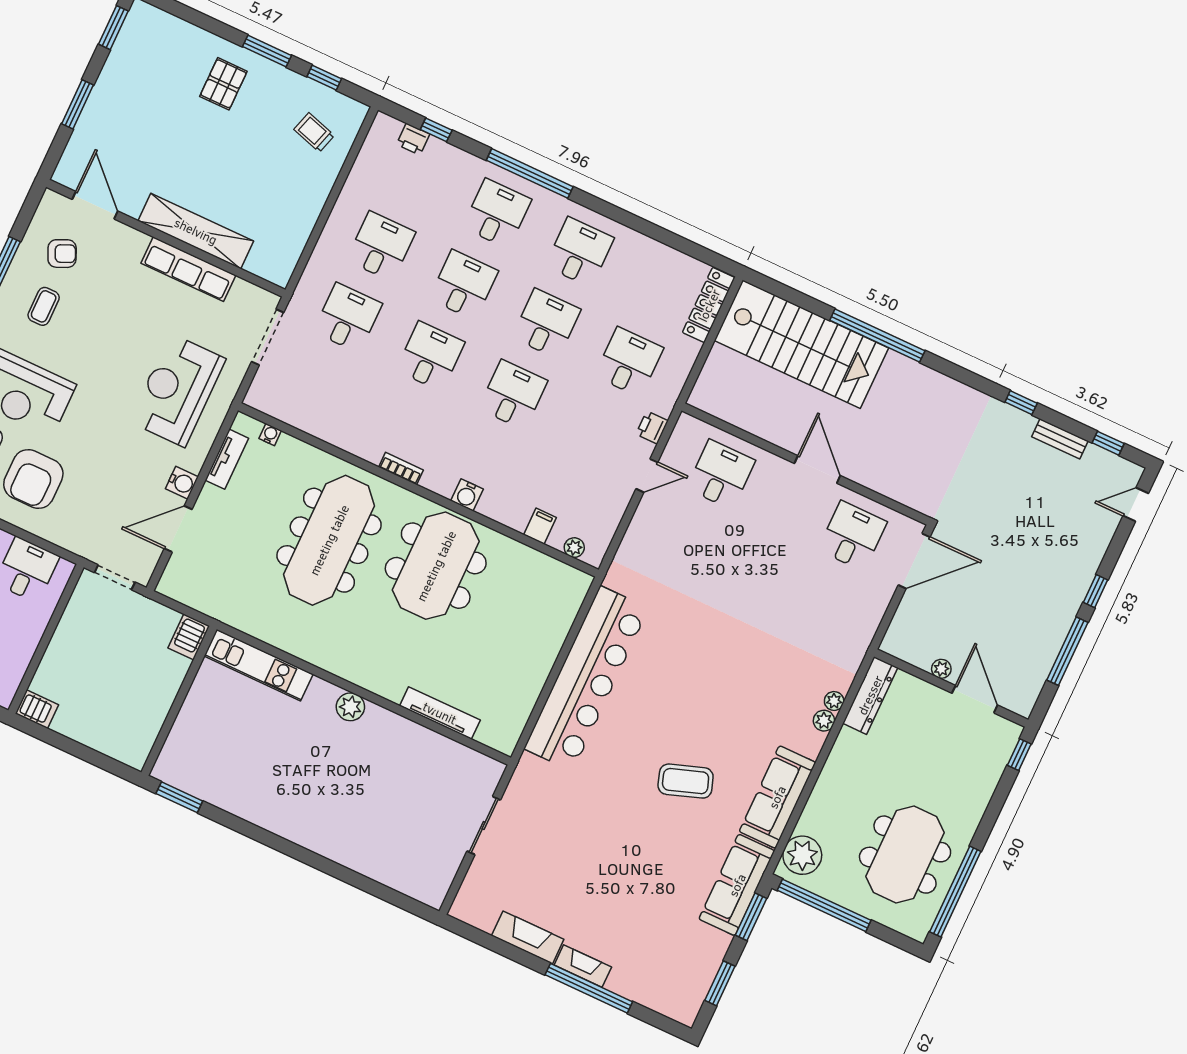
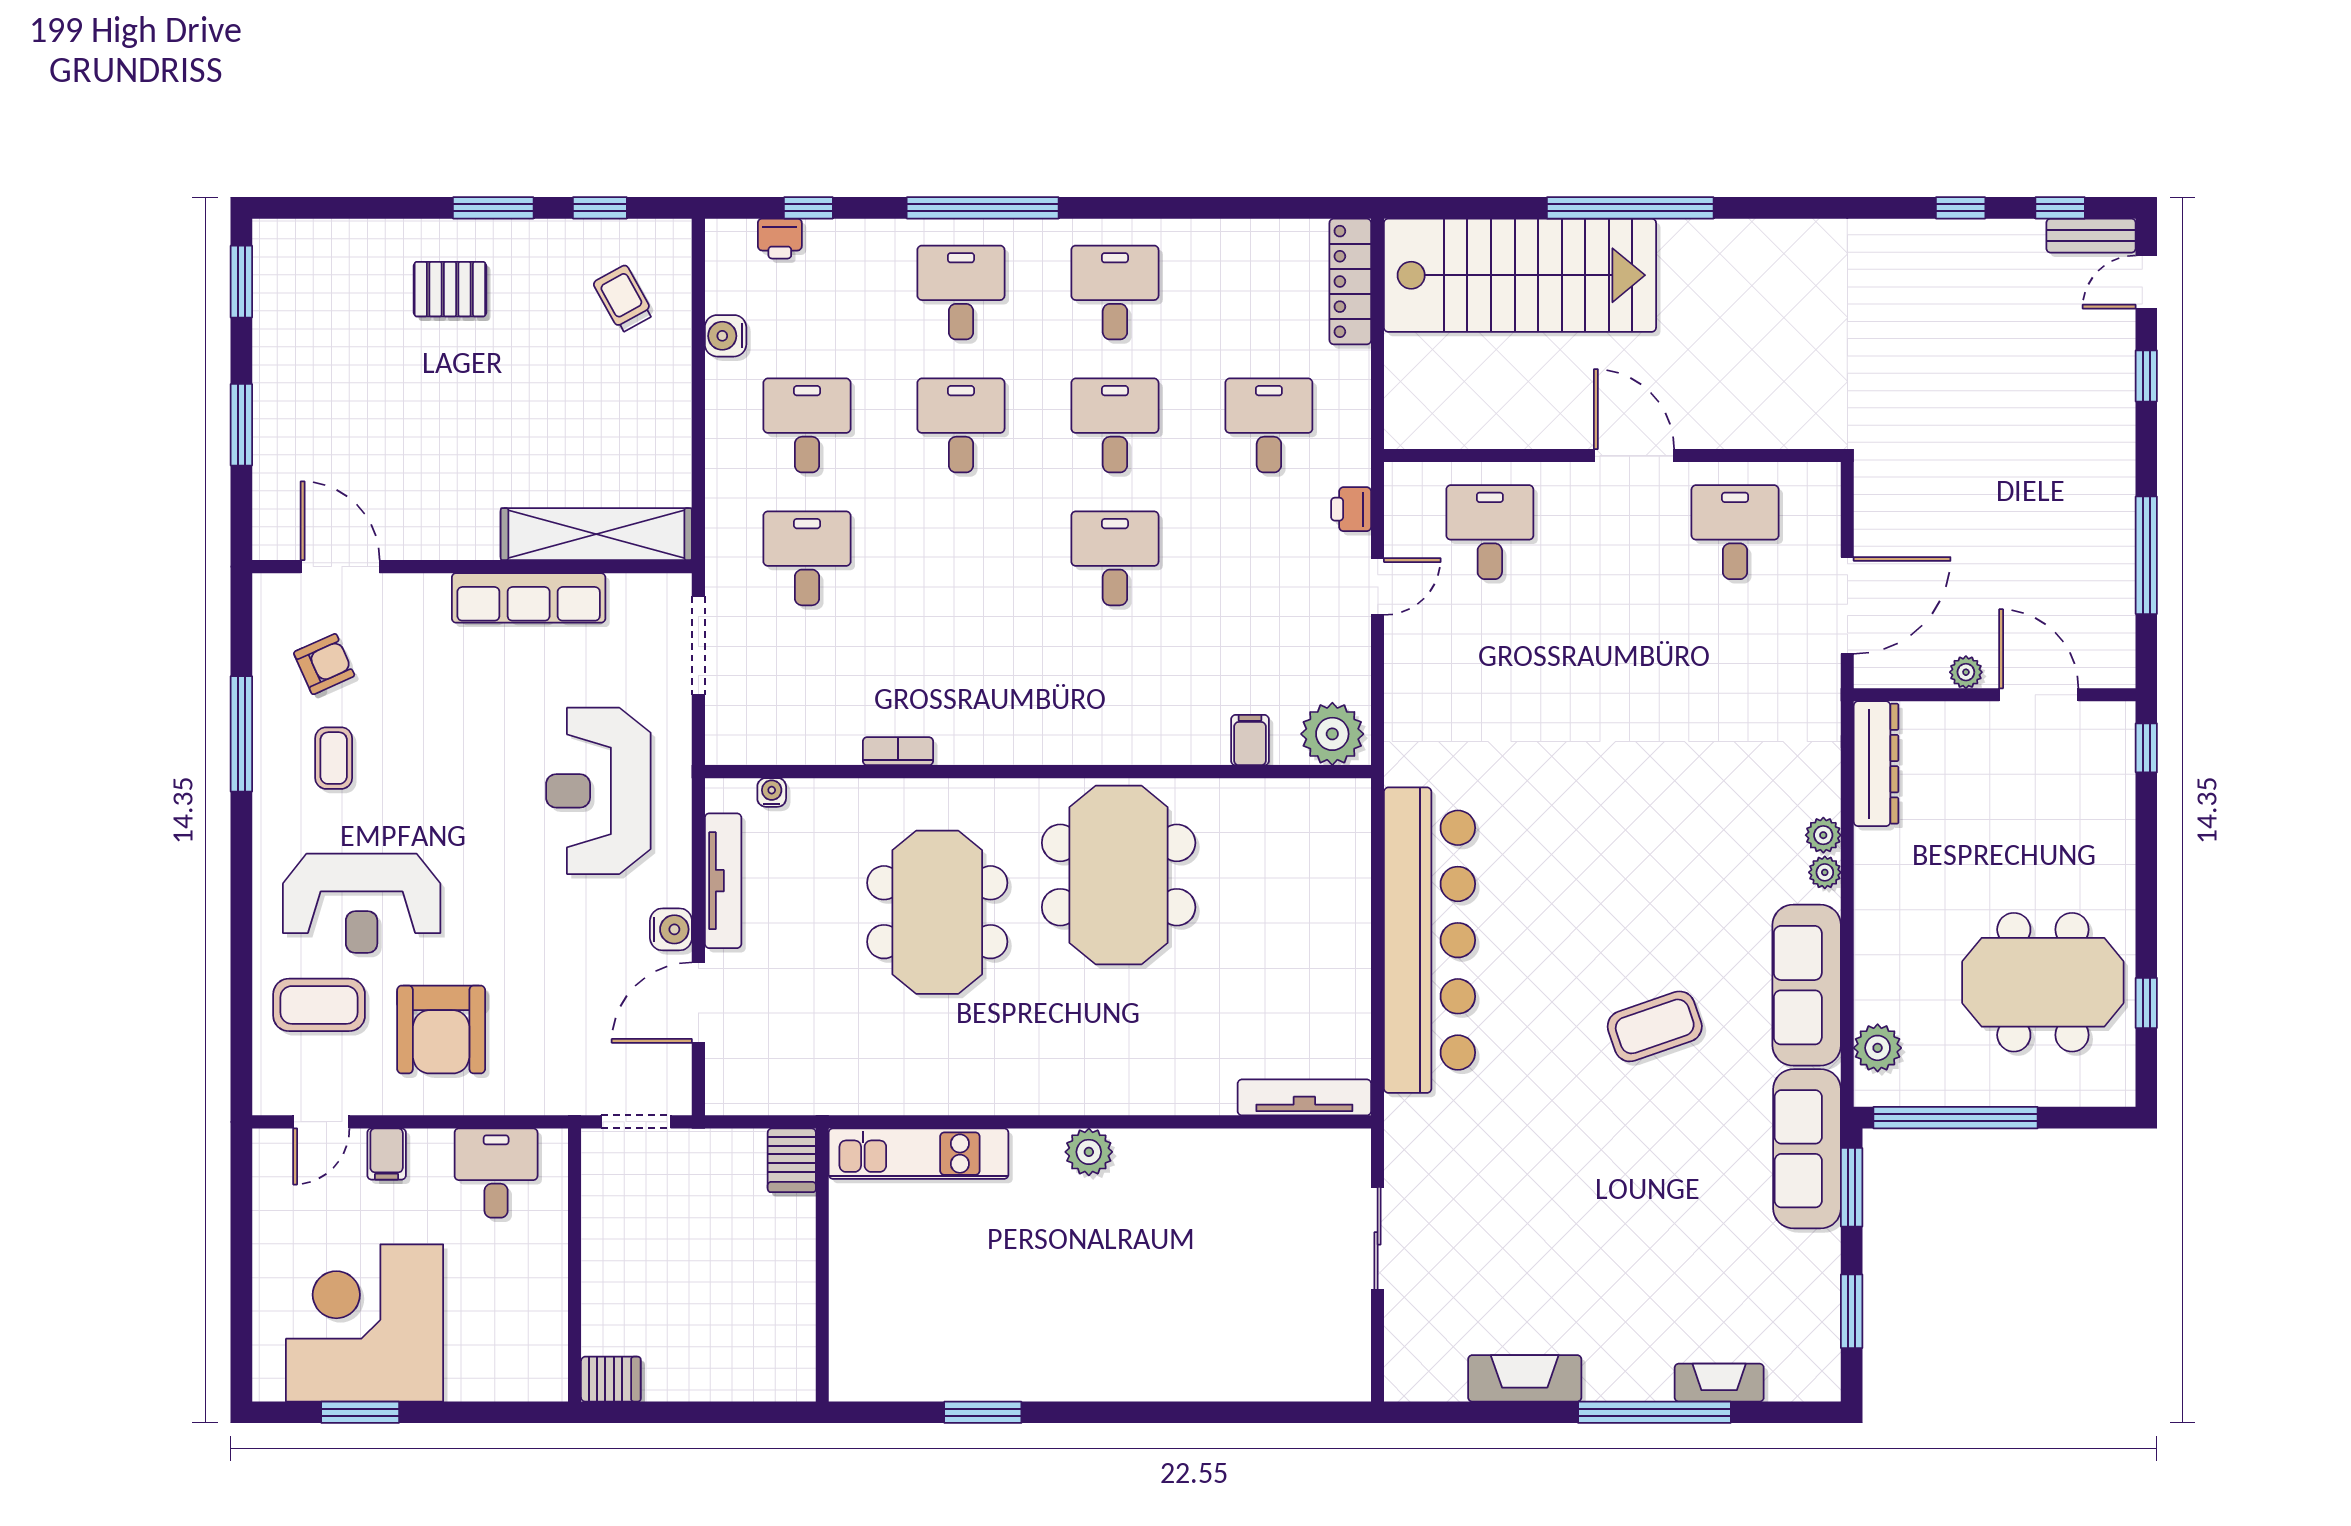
pallet: (223, 84) -> (450, 289), turned 90
trolley: (314, 132) -> (623, 299), turned 44
shelving: (196, 231) -> (596, 534), moved
desk: (430, 356) -> (961, 558), removed
window: (1021, 403) -> (1961, 208), moved
bench: (1060, 439) -> (2091, 236), moved
tv unit: (227, 459) -> (723, 881), width x1.41
bookcase: (401, 469) -> (898, 751), moved
water cooler: (467, 495) -> (726, 336), moved, turned 90
meeting table: (329, 540) -> (937, 912), width x0.73
plant: (574, 548) -> (1332, 734), width x1.87, depth x1.87
door: (914, 561) -> (1847, 605), moved
window: (1095, 591) -> (2146, 376), moved
plant: (834, 701) -> (1825, 872), moved
tv unit: (440, 713) -> (1304, 1097), moved
window: (179, 797) -> (983, 1412), moved
plant: (802, 855) -> (1878, 1048), width x0.73, depth x0.73
meeting table: (905, 855) -> (2043, 982), turned 90
window: (955, 892) -> (2146, 1003), width x0.32
fireplace: (583, 966) -> (1719, 1383), moved

